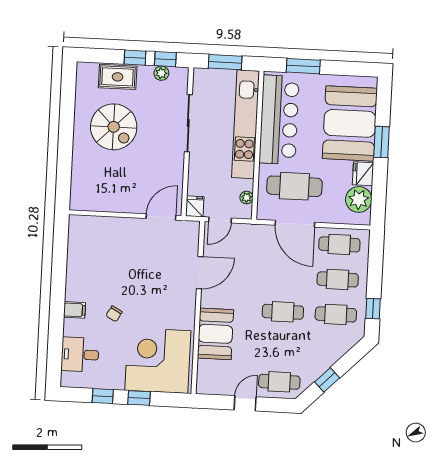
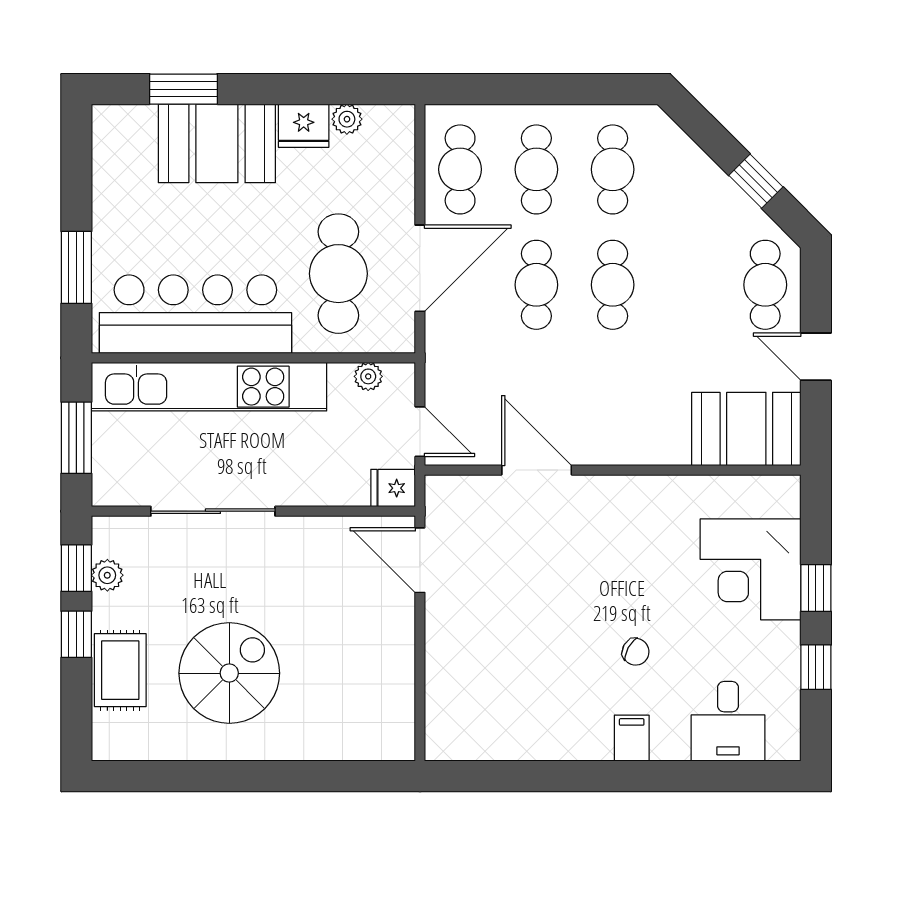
booth: (350, 123) -> (217, 143), width x0.73, depth x0.70
window: (381, 142) -> (183, 89), moved
plant: (359, 199) -> (347, 119), width x0.53, depth x0.53
cafe table: (285, 277) -> (536, 285), added
window: (373, 309) -> (596, 89), removed
booth: (215, 334) -> (746, 429), moved
corner desk: (158, 360) -> (750, 569), width x0.74, depth x0.74

